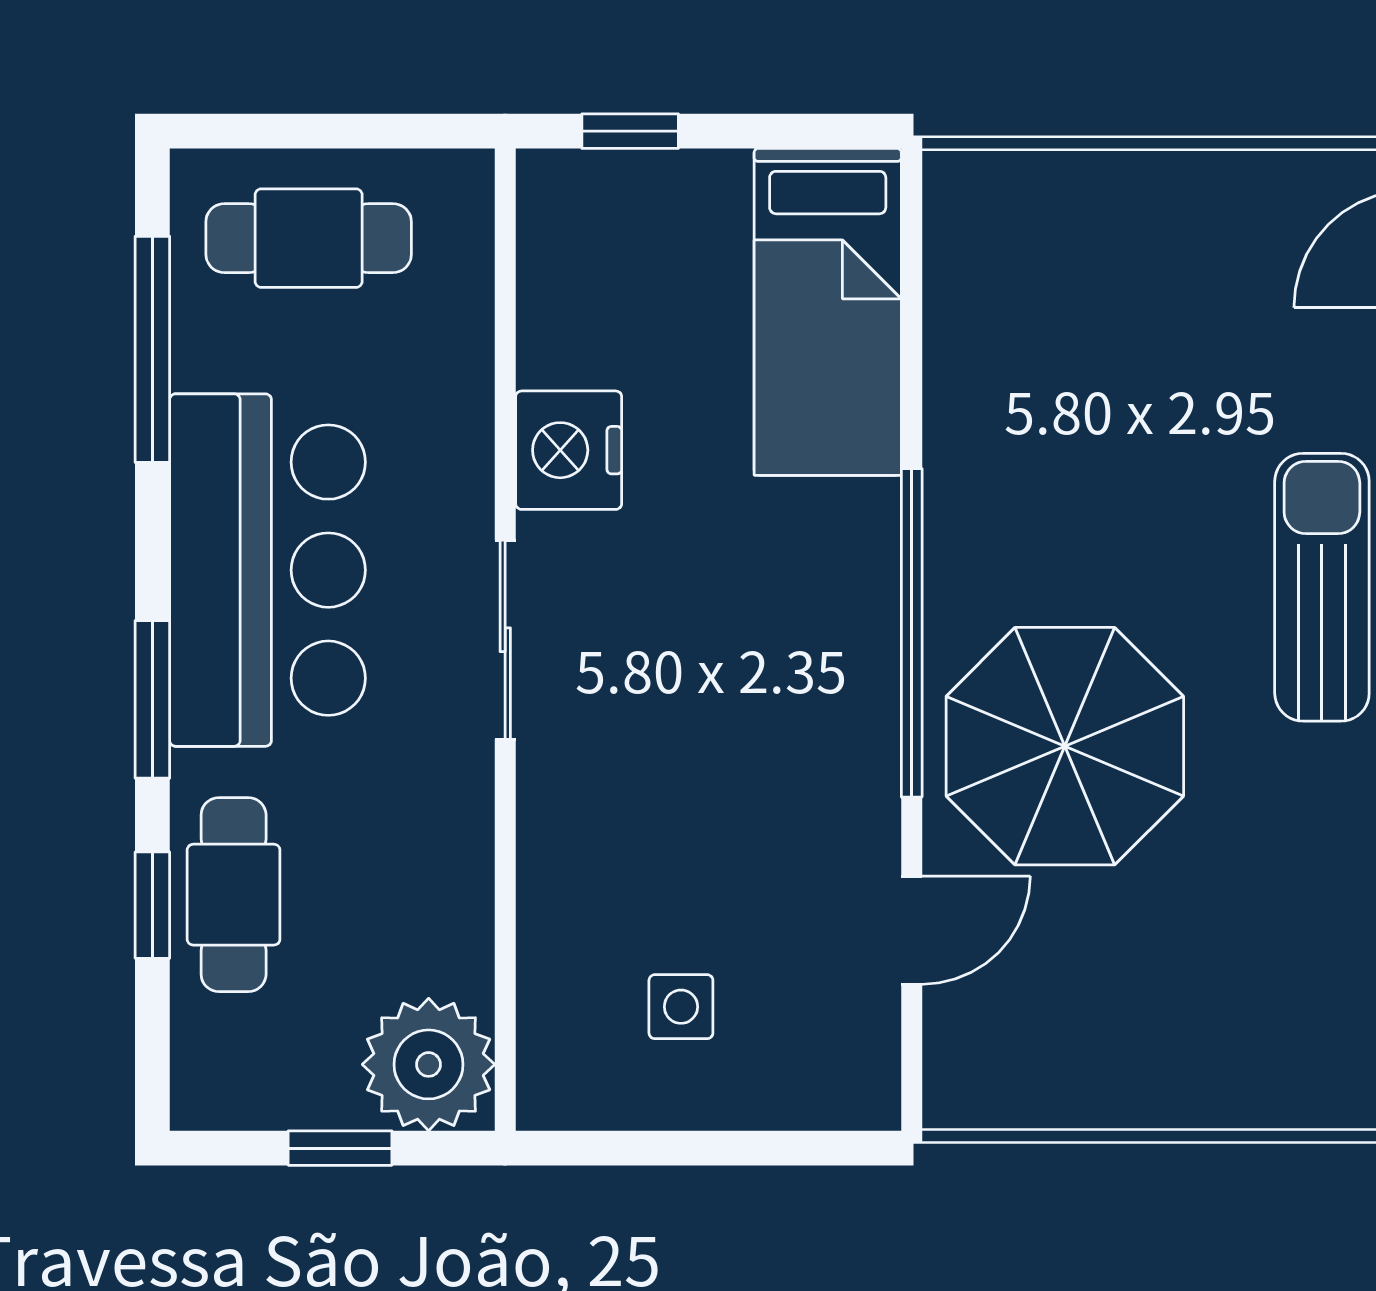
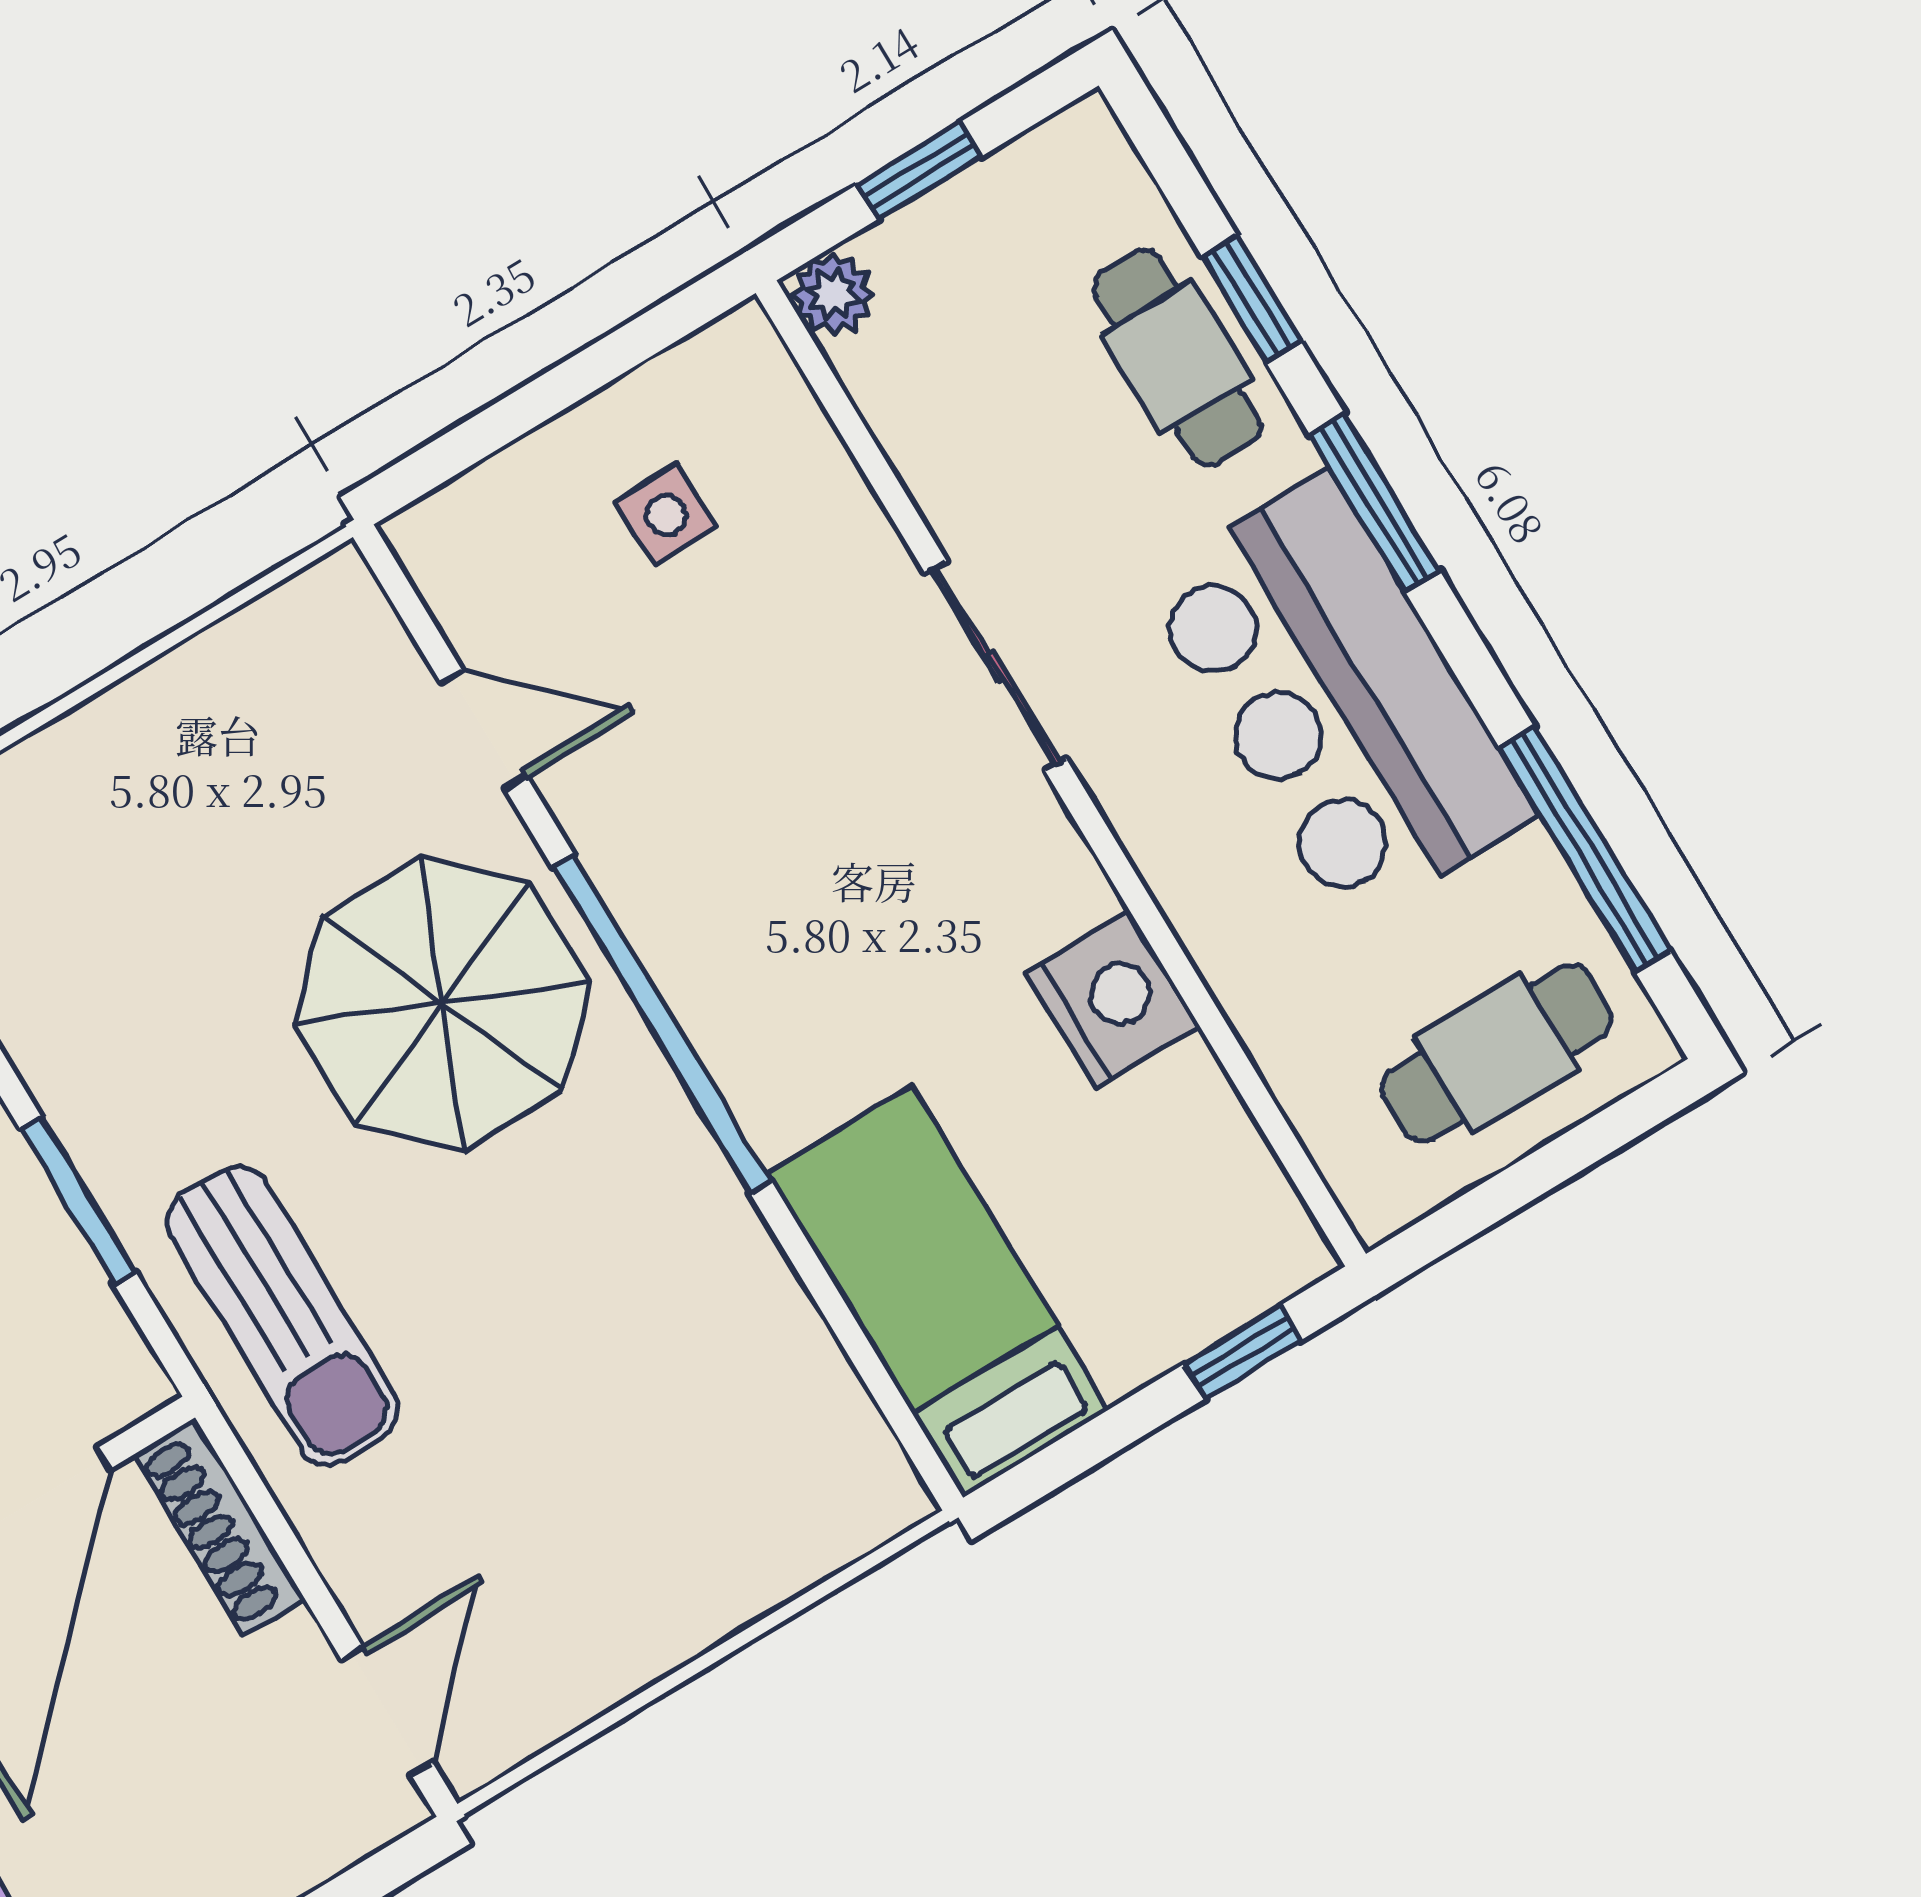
sliding door: (505, 640) -> (996, 666), moved
door: (912, 930) -> (484, 729), swing flipped
plant: (429, 1064) -> (833, 294), width x0.53, depth x0.53

